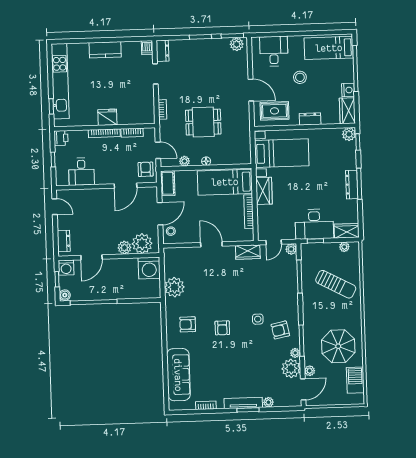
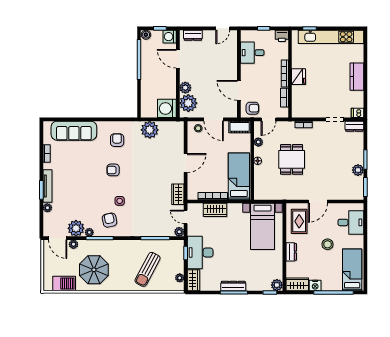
plant: (237, 44) -> (358, 170), moved
wardrobe: (264, 191) -> (215, 210), moved

